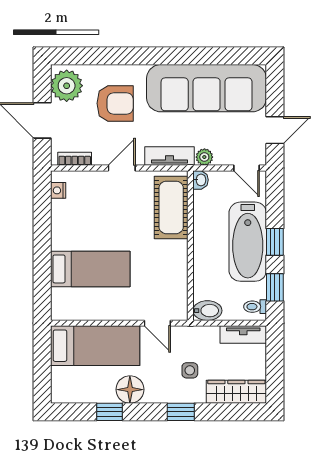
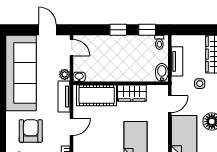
door: (122, 168) -> (72, 127), swing flipped
door: (247, 168) -> (72, 48), hinge flipped
bathtub: (248, 242) -> (118, 47), removed
wardrobe: (175, 263) -> (132, 93), added
tv unit: (243, 335) -> (177, 61), moved

